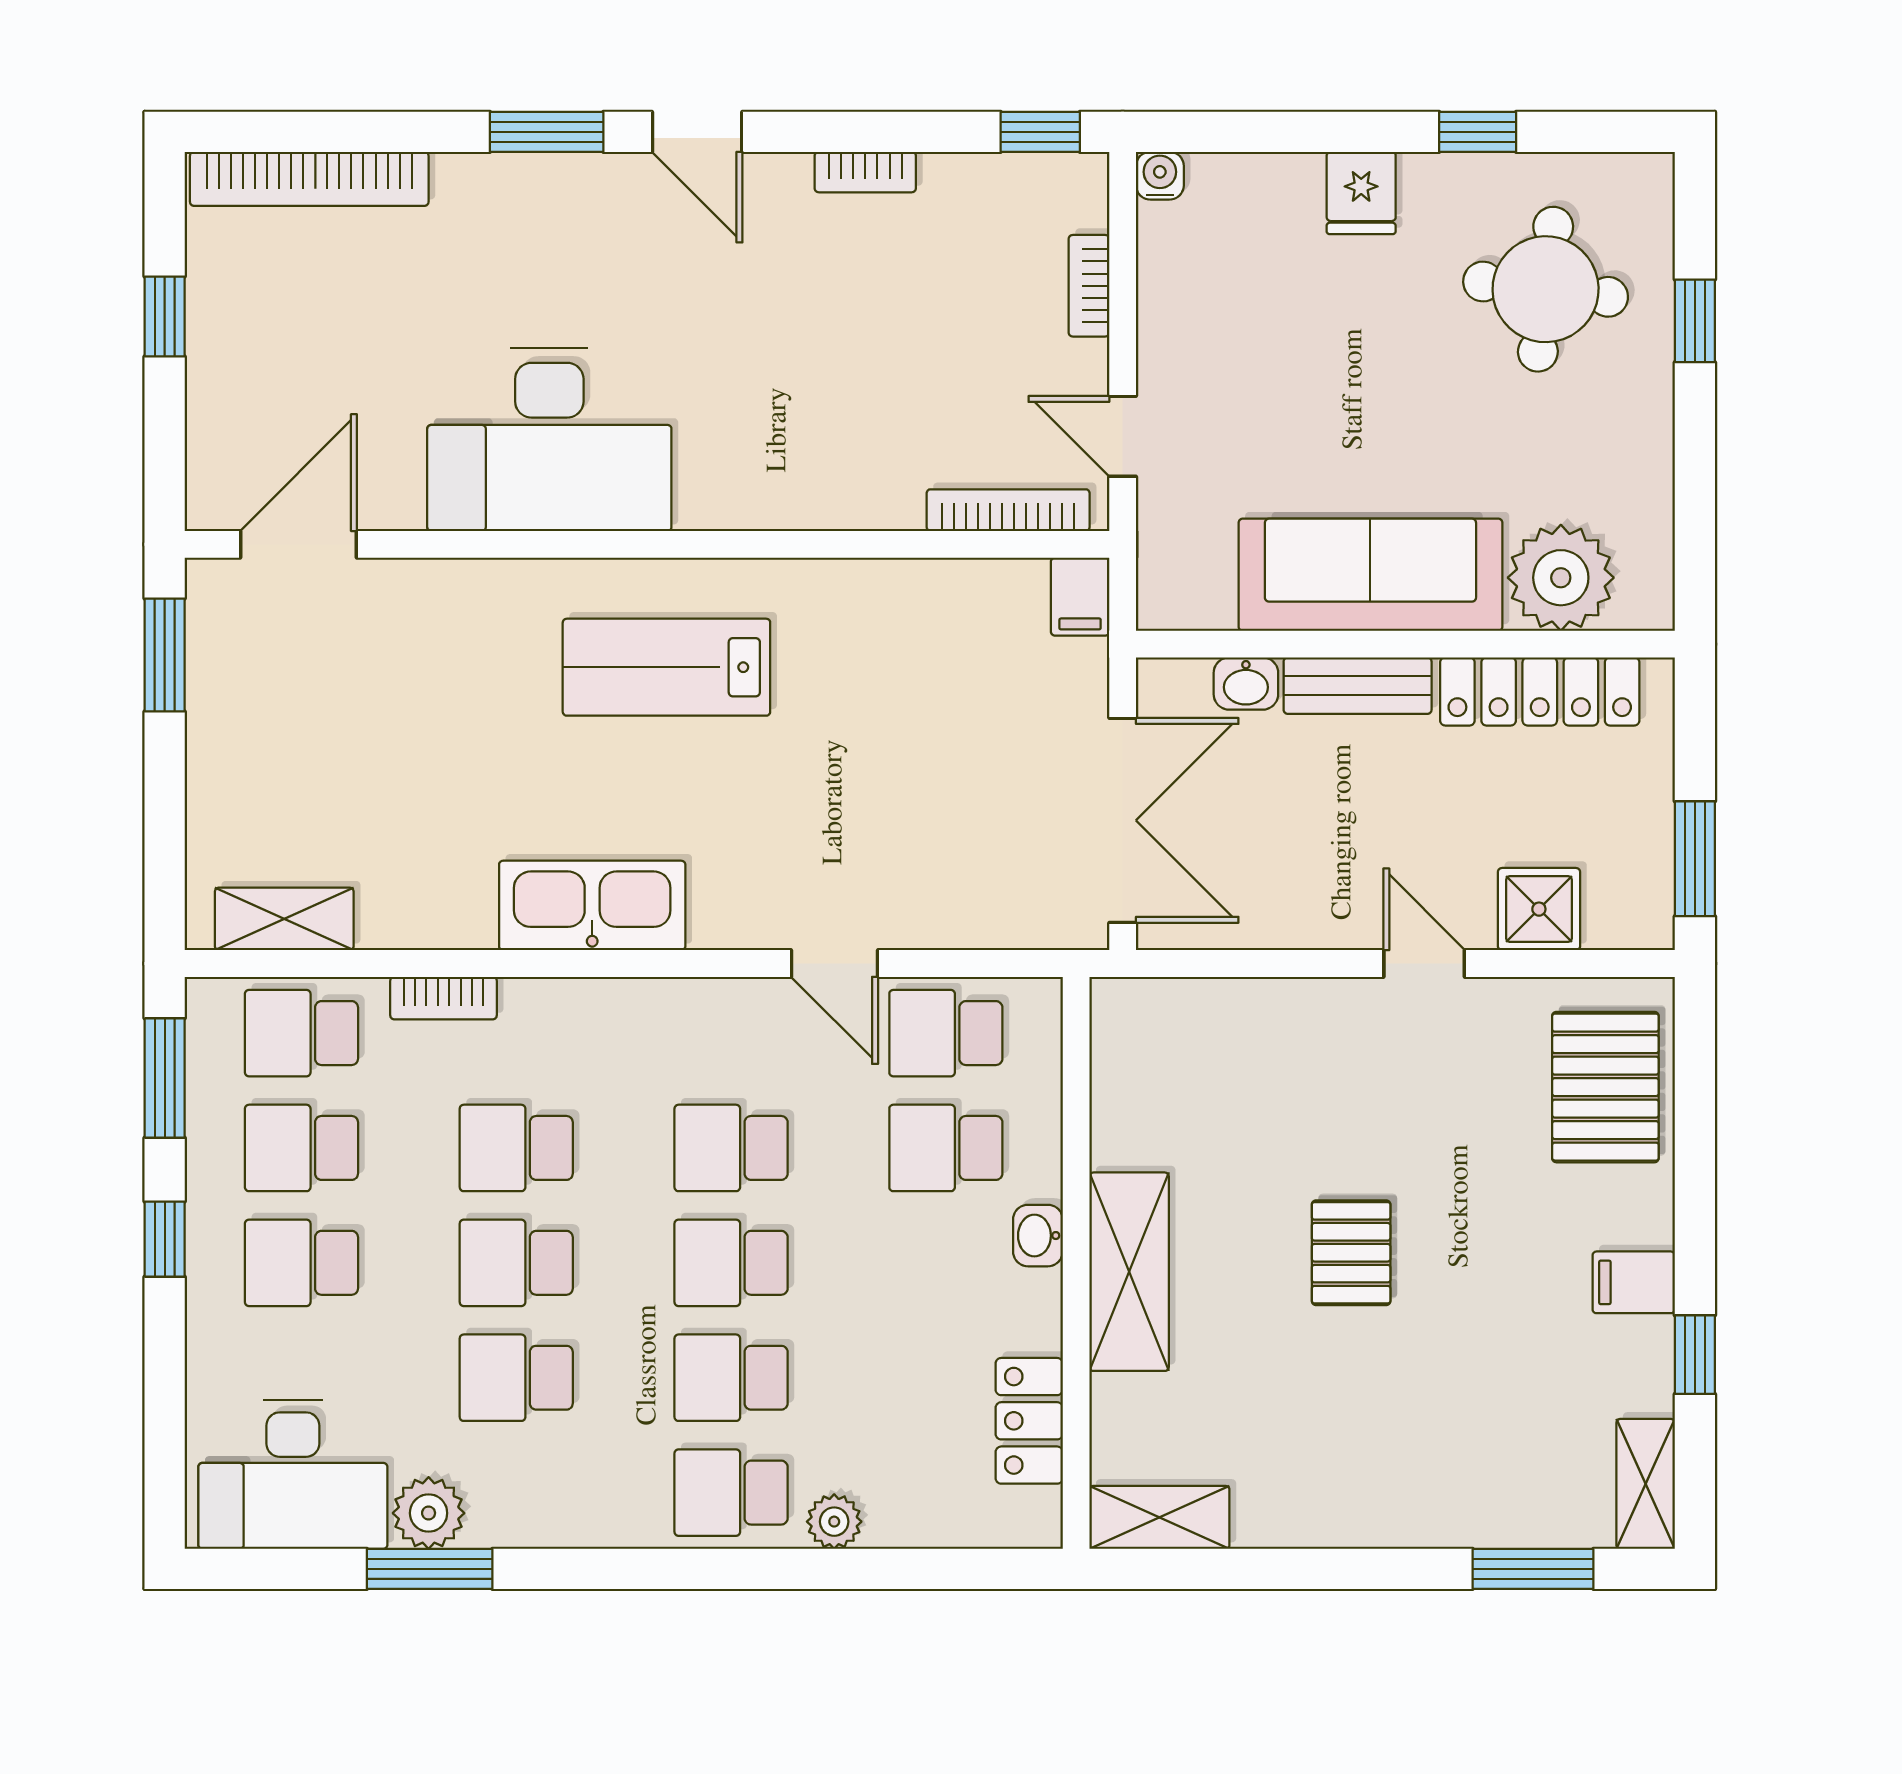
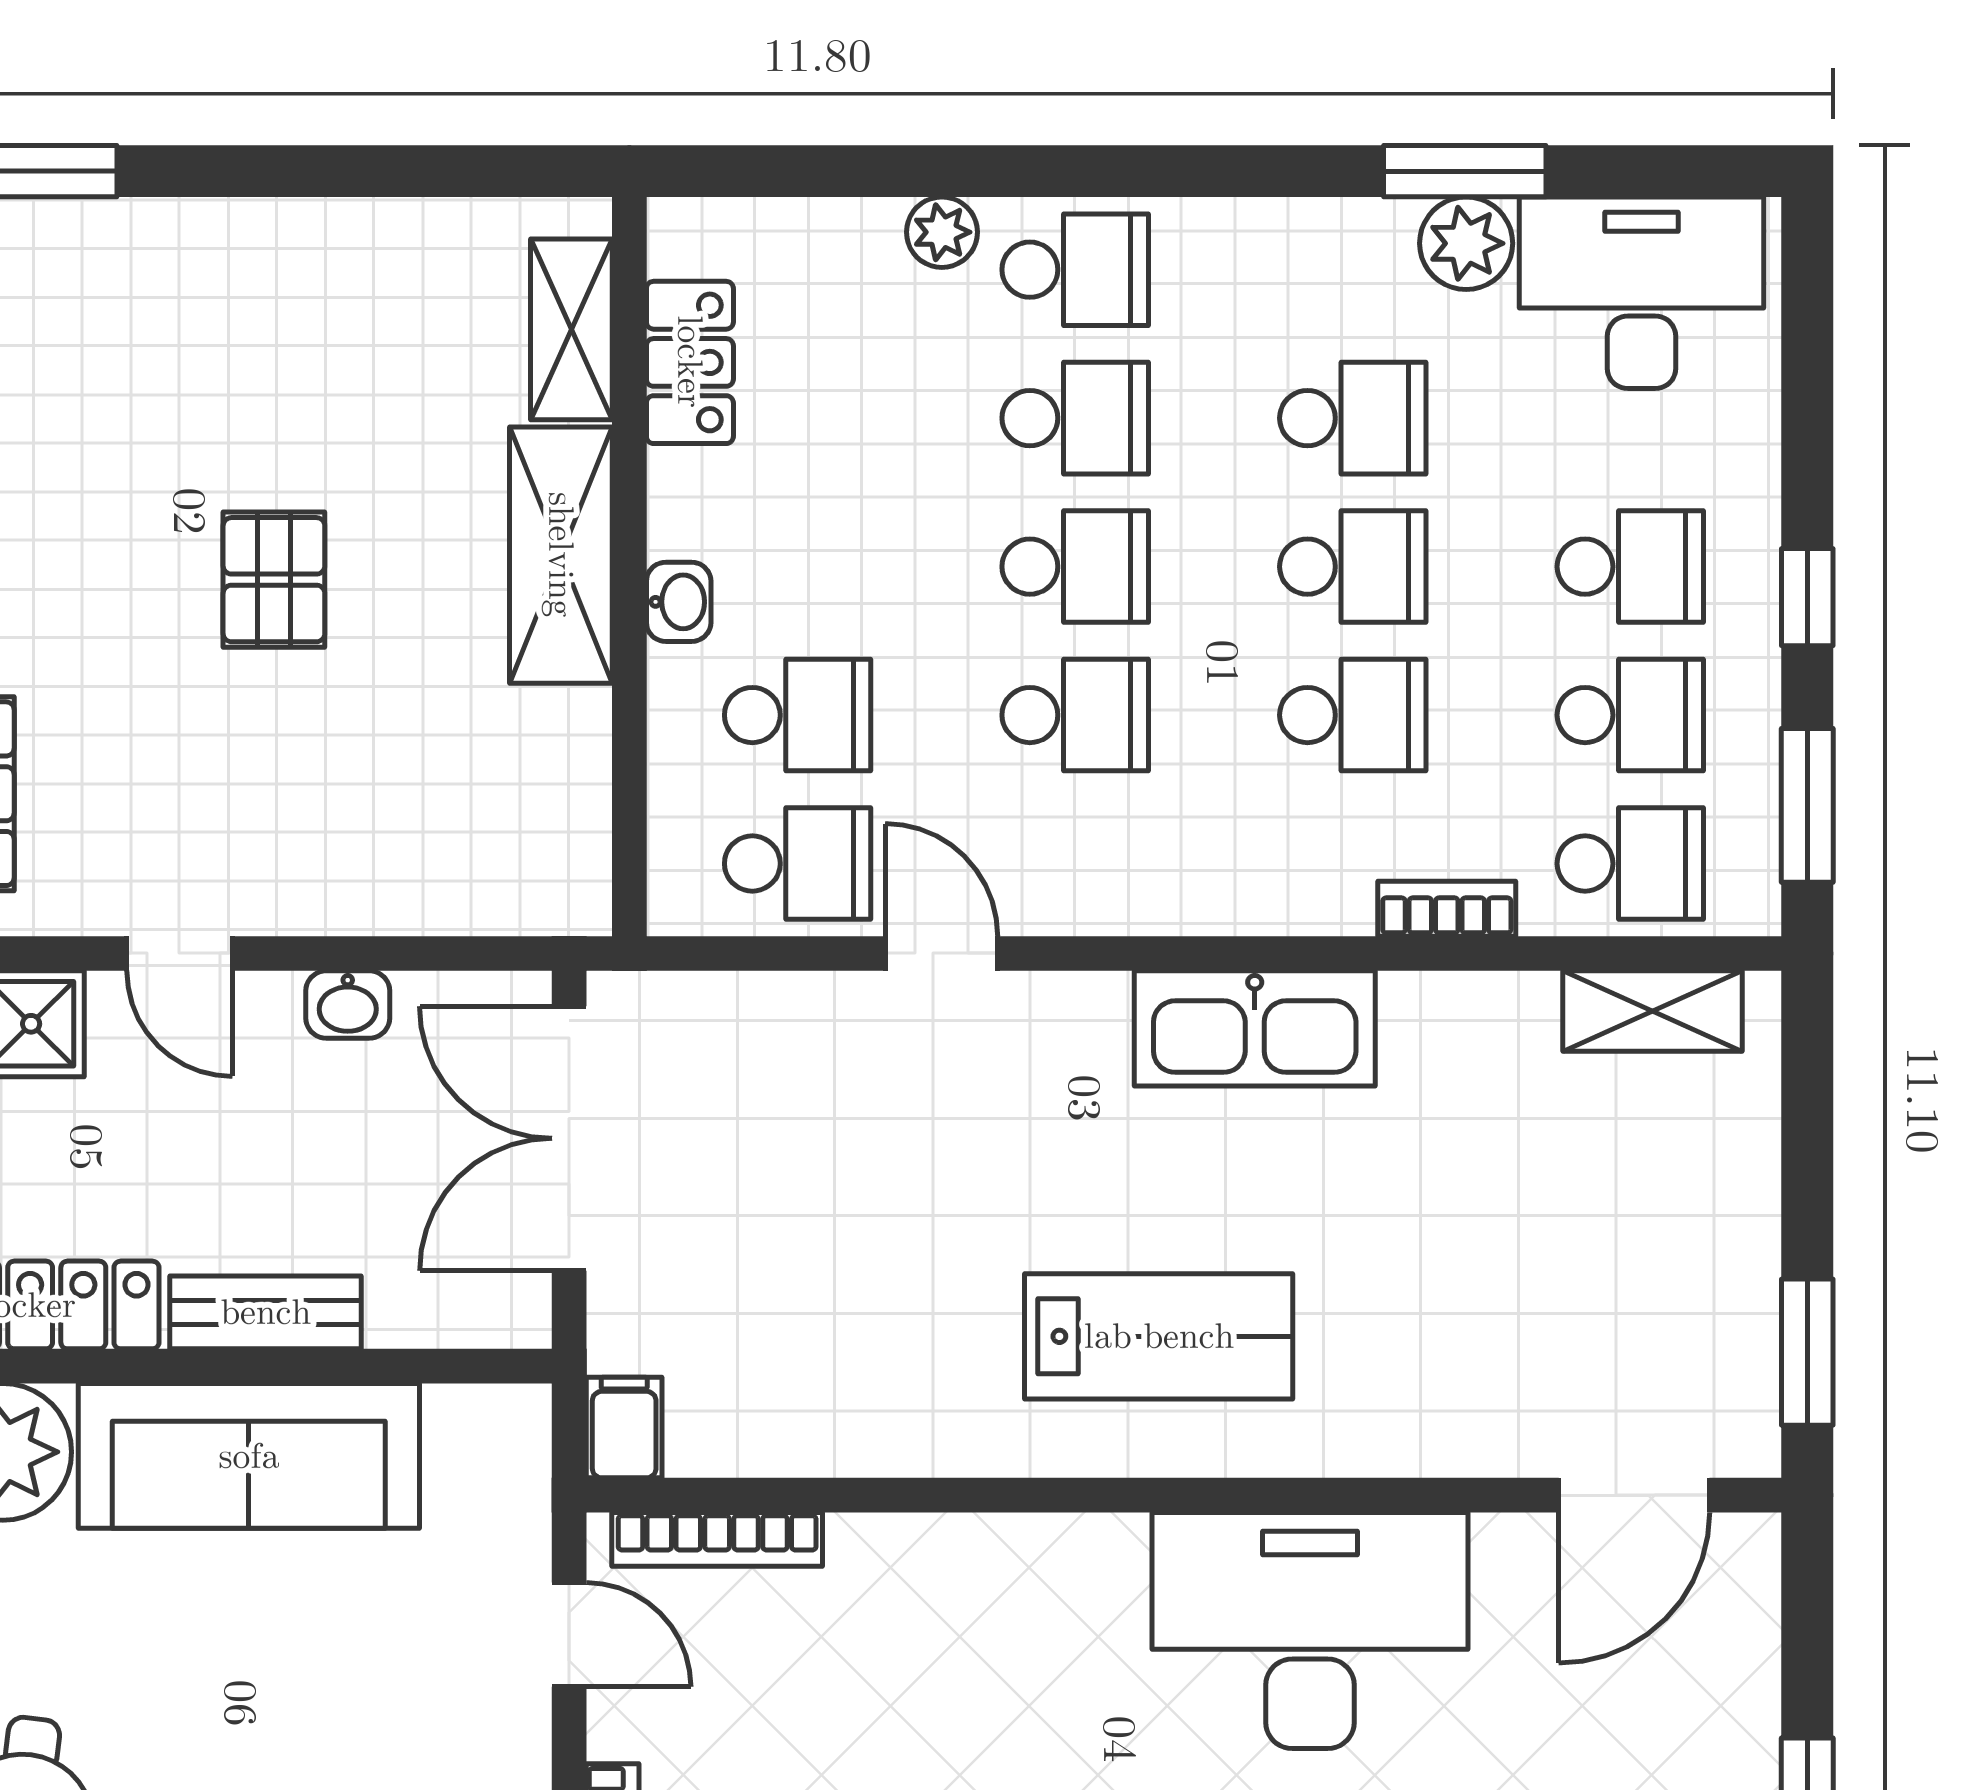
washbasin: (1246, 684) -> (348, 1004), moved, turned 180
shelving: (1159, 1517) -> (571, 329), moved, turned 90

